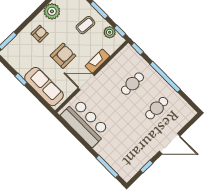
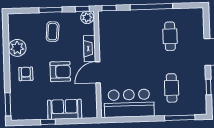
plant: (110, 32) -> (87, 17), moved
armchair: (63, 56) -> (60, 72), turned 90
cafe table: (132, 84) -> (172, 88), moved
sofa: (44, 87) -> (65, 109), width x0.73

